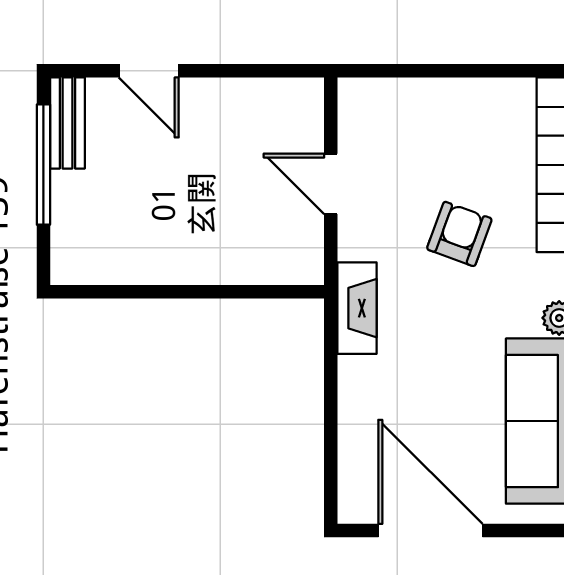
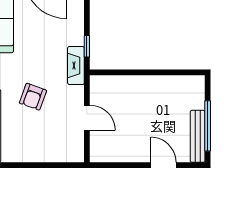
bench: (67, 123) -> (198, 136), width x1.36
window: (331, 354) -> (87, 46), added

